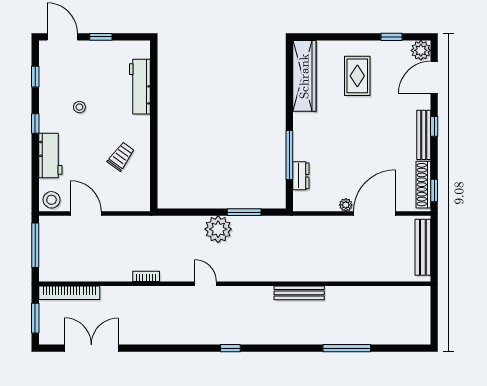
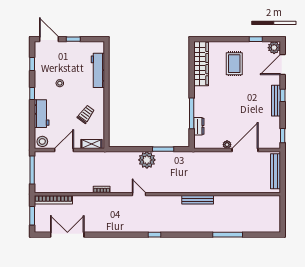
shoe rack: (423, 185) -> (276, 132), removed
shelving: (130, 204) -> (91, 144), added
door: (86, 214) -> (64, 150), hinge flipped

